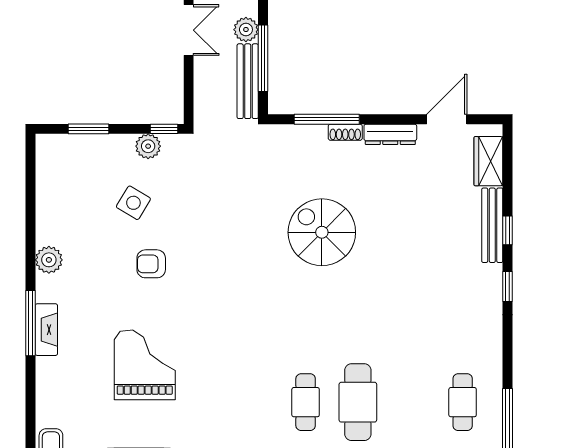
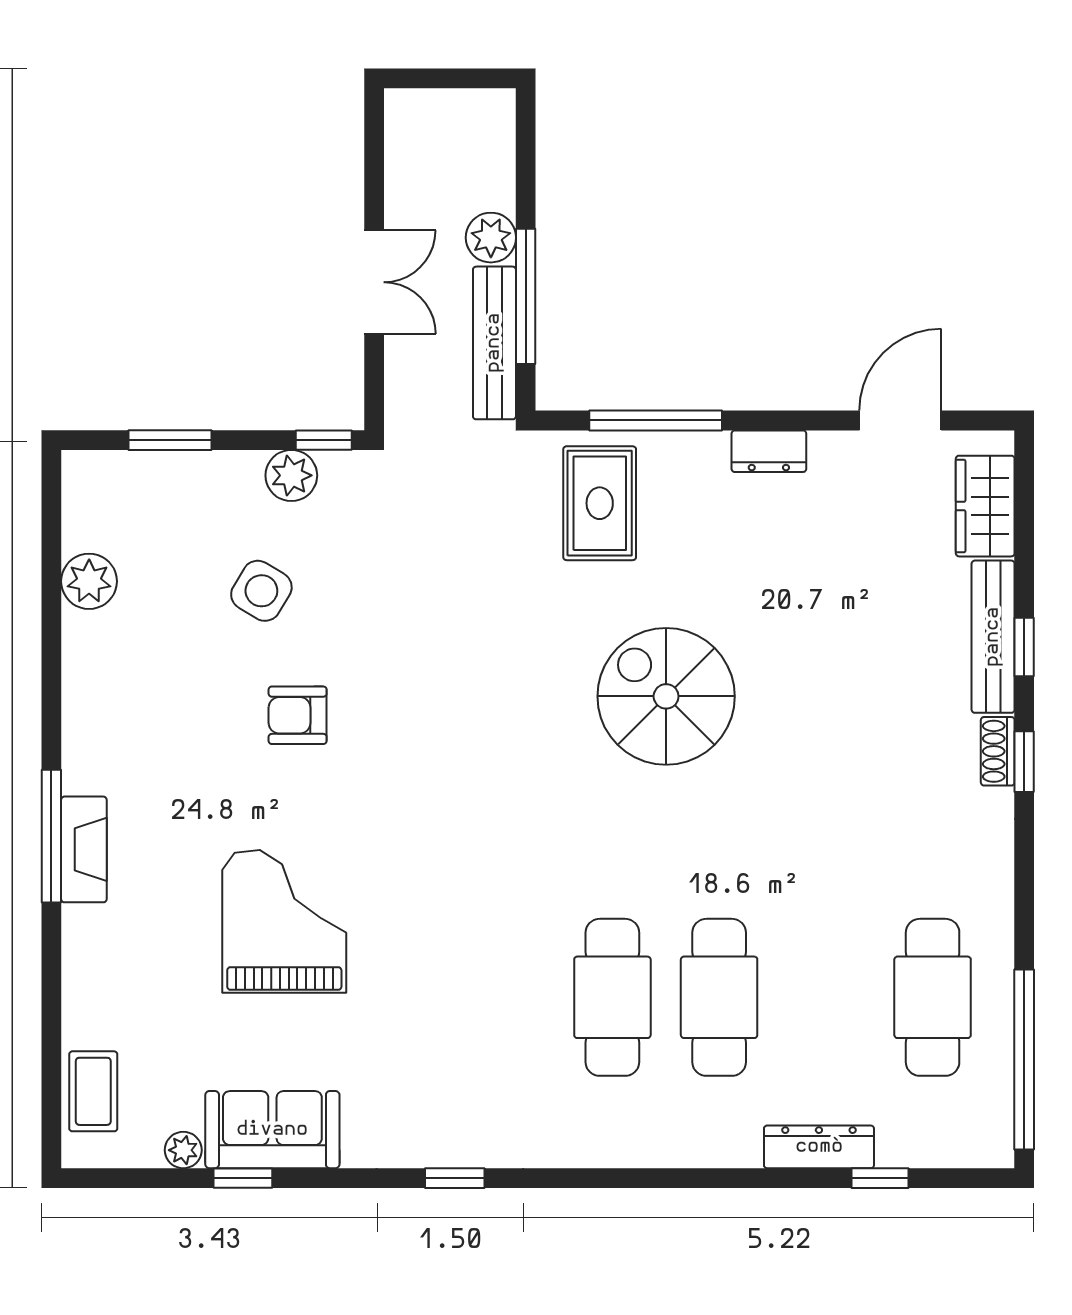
double door: (189, 30) -> (374, 282), moved
shoe rack: (345, 132) -> (998, 751), moved, turned 90
dresser: (390, 134) -> (769, 451), width x0.70
rug: (299, 160) -> (600, 503), added
spiral stairs: (322, 232) -> (666, 696), moved
plant: (49, 260) -> (89, 581), moved
cafe table: (306, 402) -> (612, 997), width x1.37, depth x1.35
cafe table: (463, 402) -> (933, 997), width x1.37, depth x1.35

